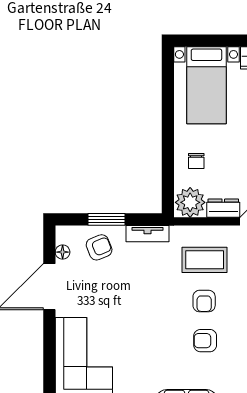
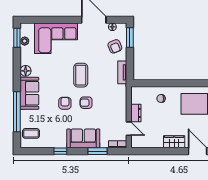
plant: (190, 202) -> (139, 95), removed
window: (107, 219) -> (130, 38), moved
coffee table: (205, 260) -> (81, 75), moved

